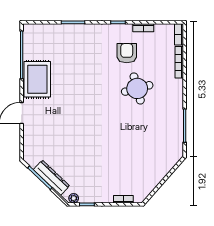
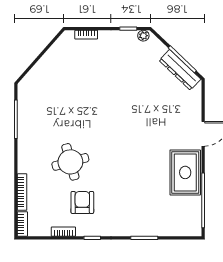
armchair: (127, 53) -> (82, 202), turned 180
dresser: (51, 178) -> (180, 70), moved

